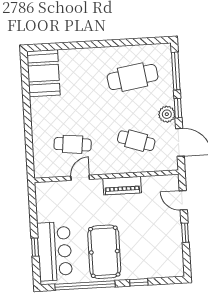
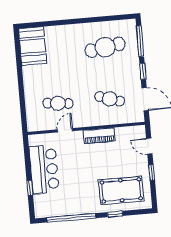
plant: (167, 114) -> (134, 77), removed
bar counter: (55, 251) -> (44, 169), moved
pool table: (104, 252) -> (121, 190), moved, turned 90

